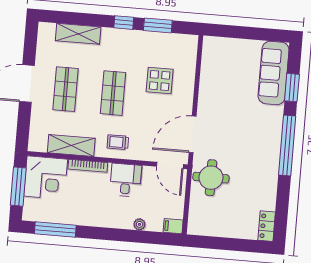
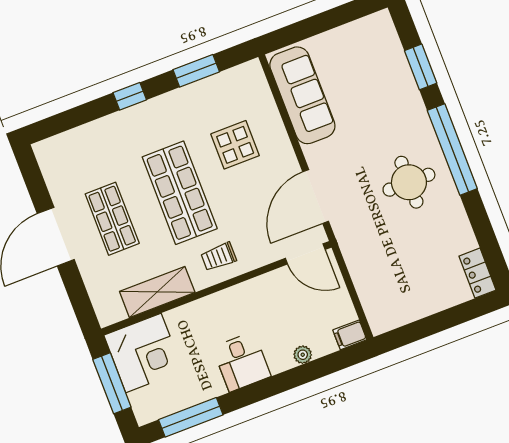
window: (124, 23) -> (130, 96), moved
shelving: (78, 34) -> (93, 135), removed
sofa: (274, 73) -> (302, 95), moved, turned 180
shop shelf: (113, 93) -> (180, 193), width x1.43, depth x1.36
bookcase: (88, 166) -> (193, 309), removed
round table: (211, 178) -> (409, 182), moved
desk: (126, 180) -> (242, 362), moved, turned 180

